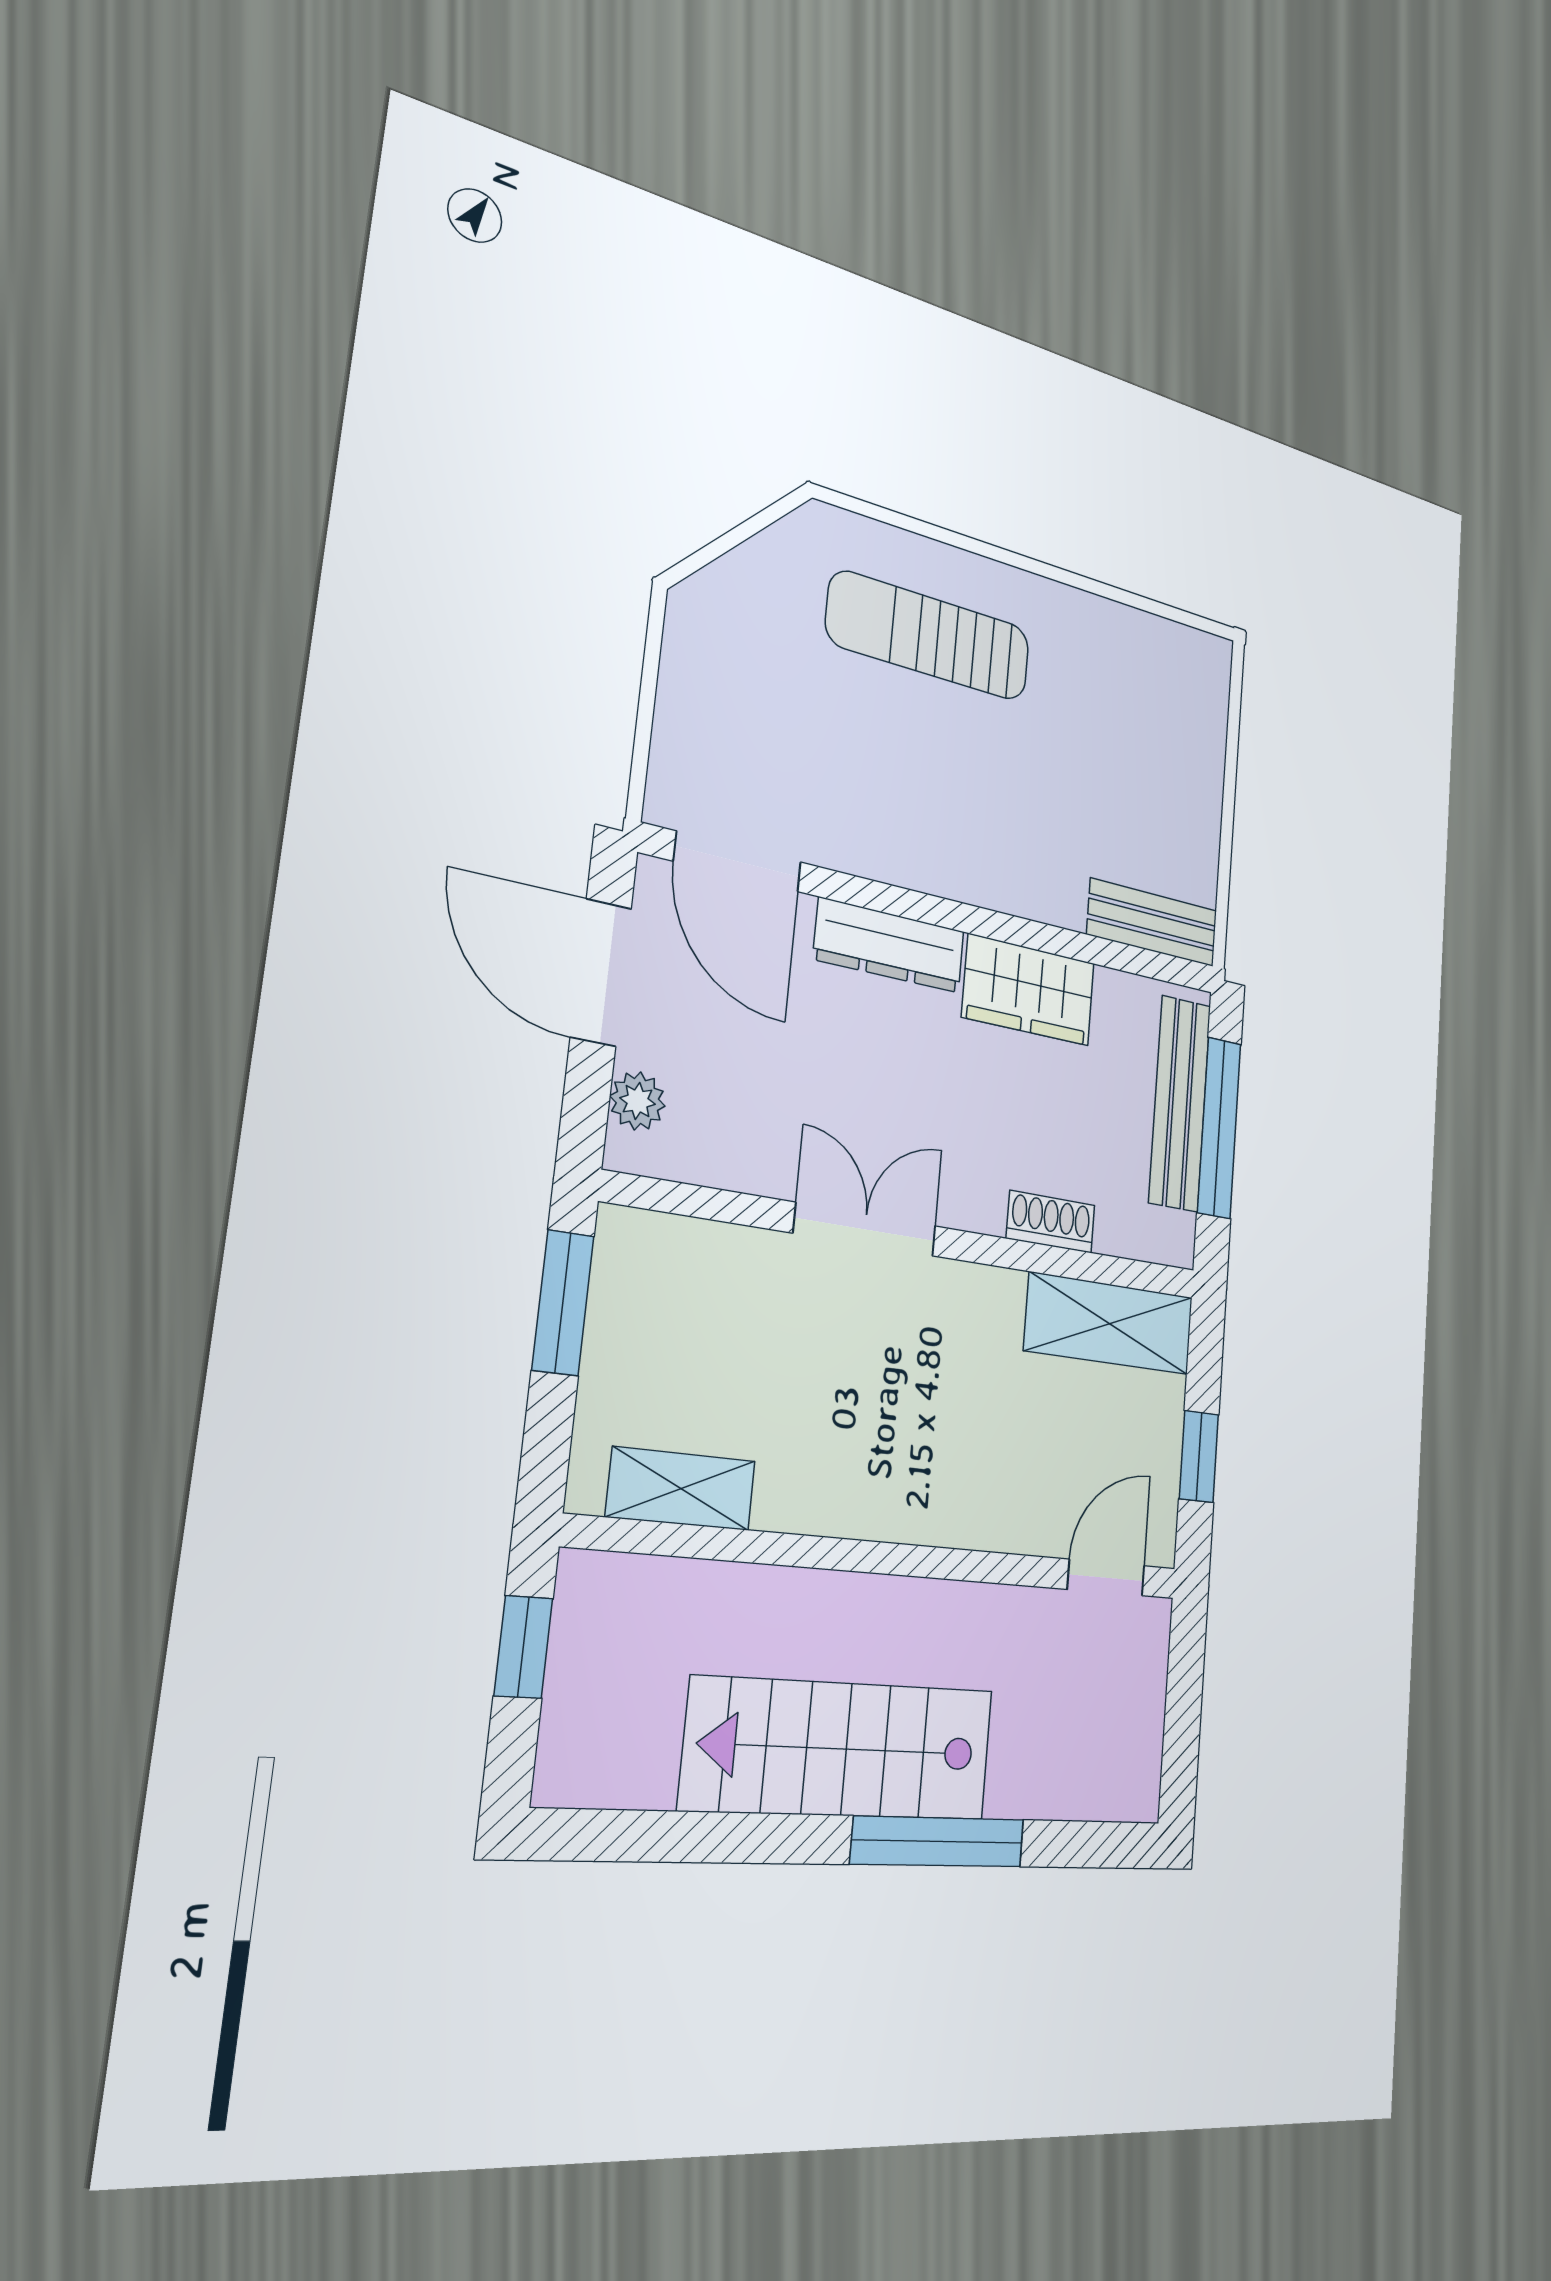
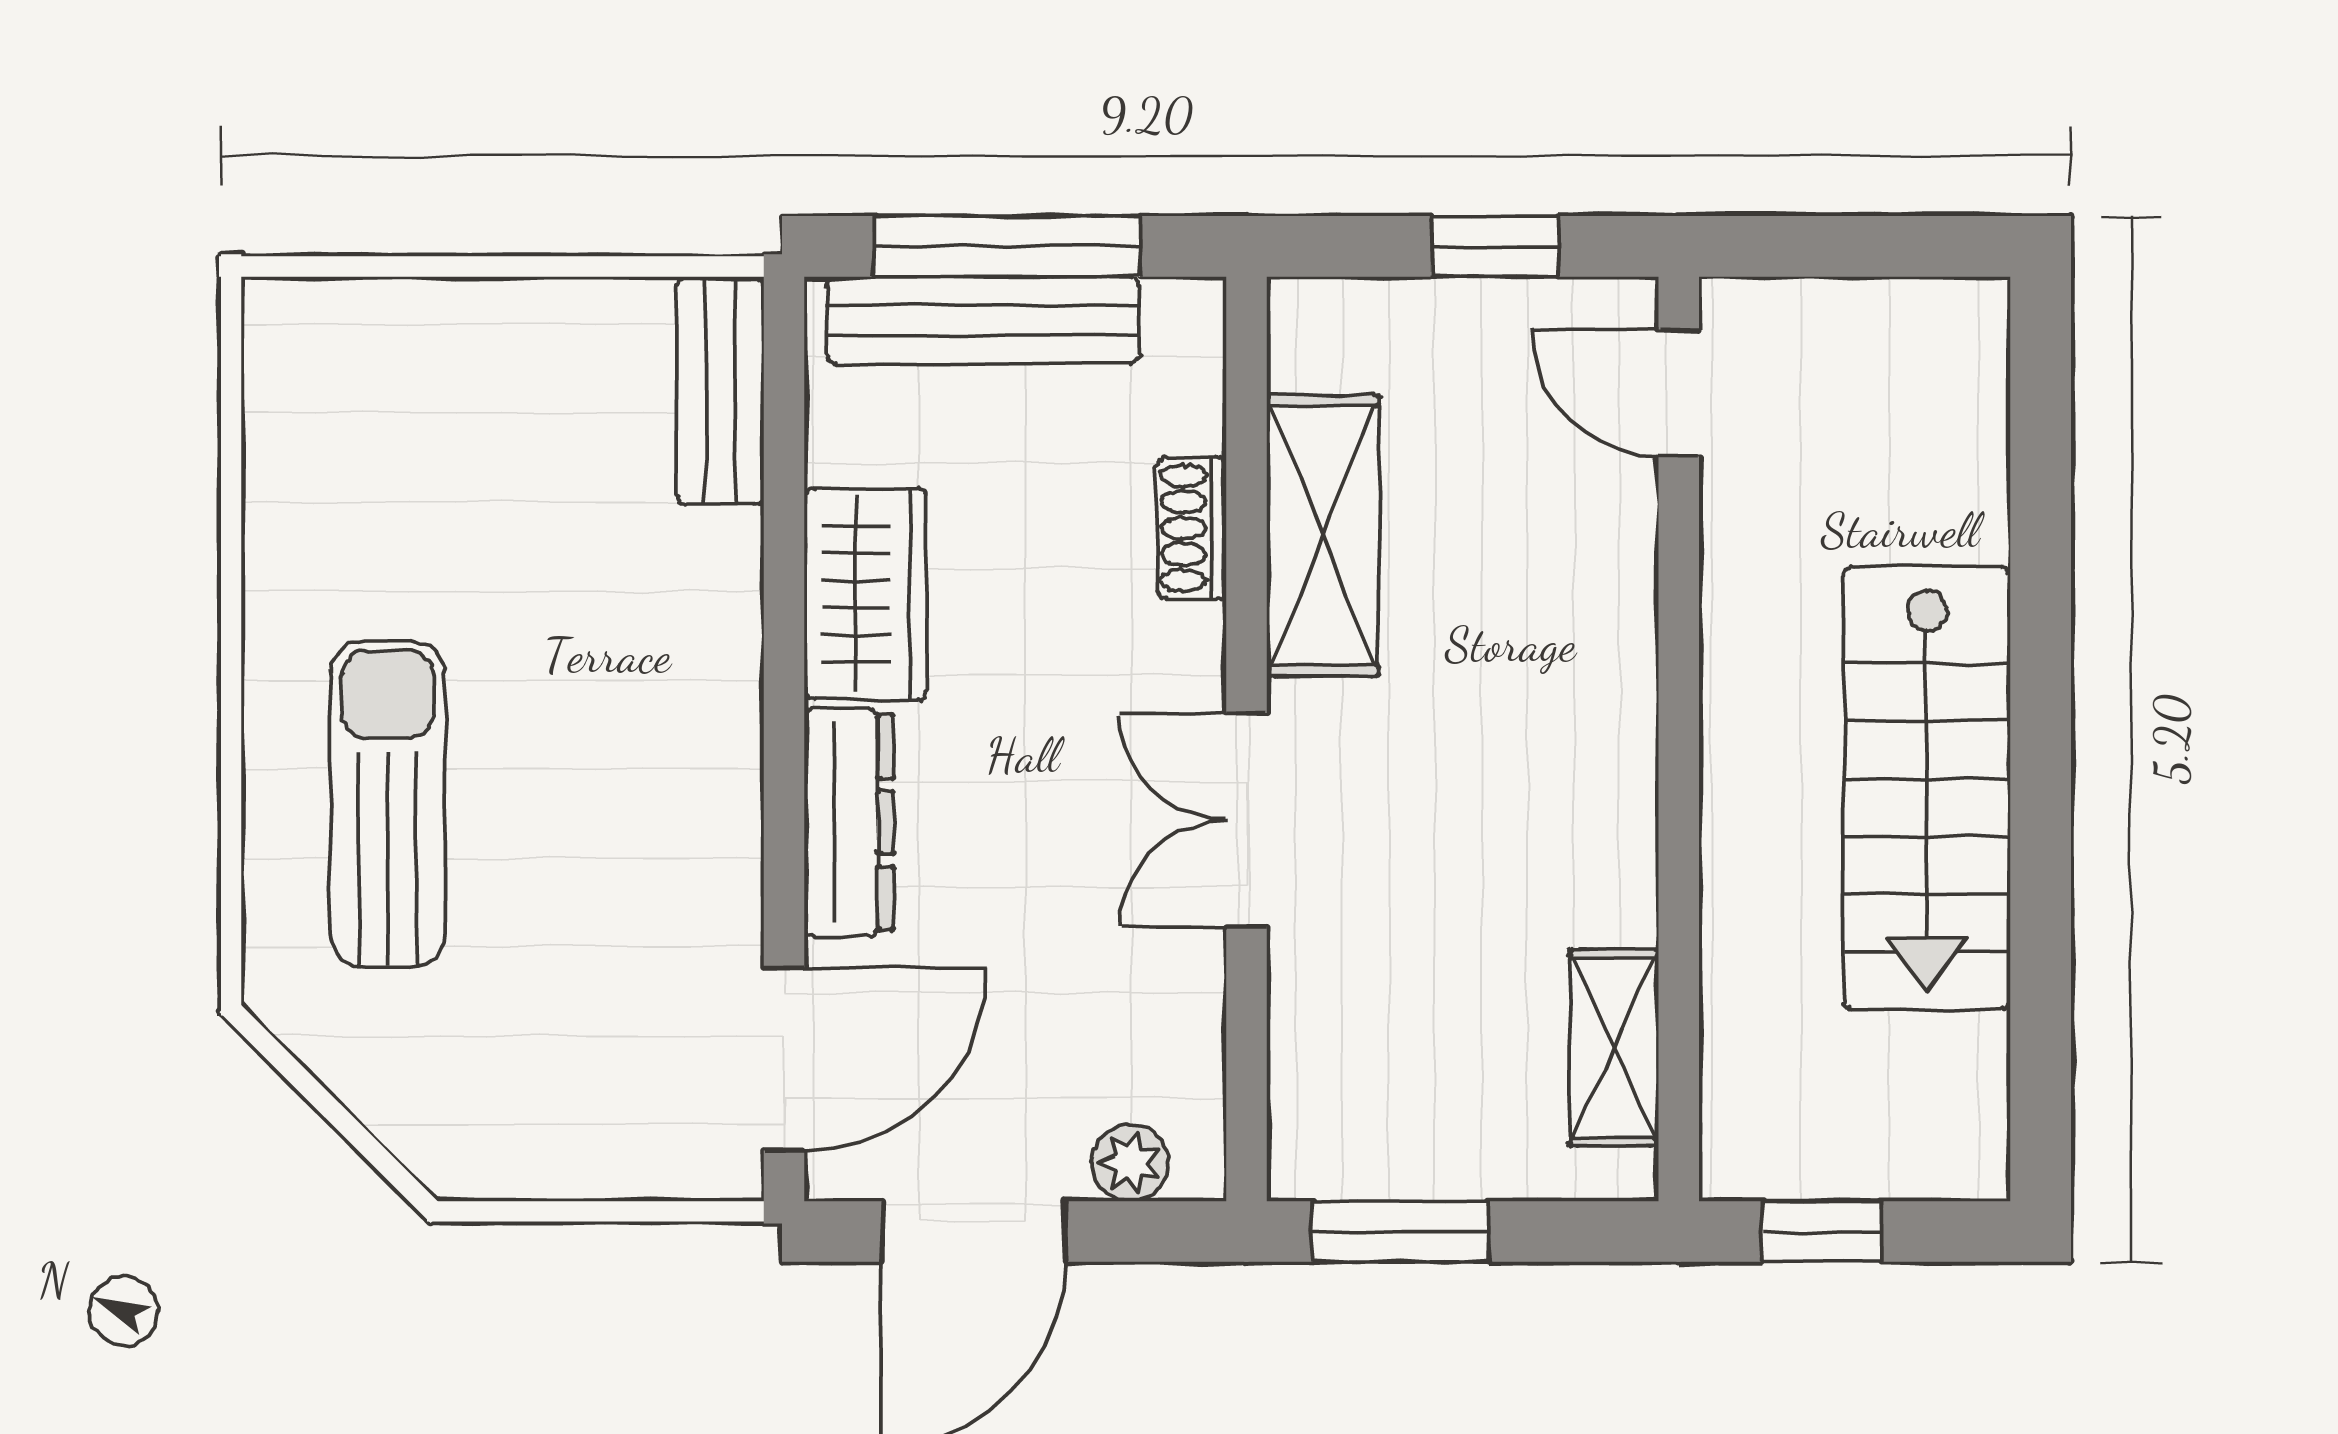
sun lounger: (929, 636) -> (388, 804), turned 180
shelving: (1109, 1324) -> (1323, 536), moved
window: (938, 1842) -> (2041, 630), removed

